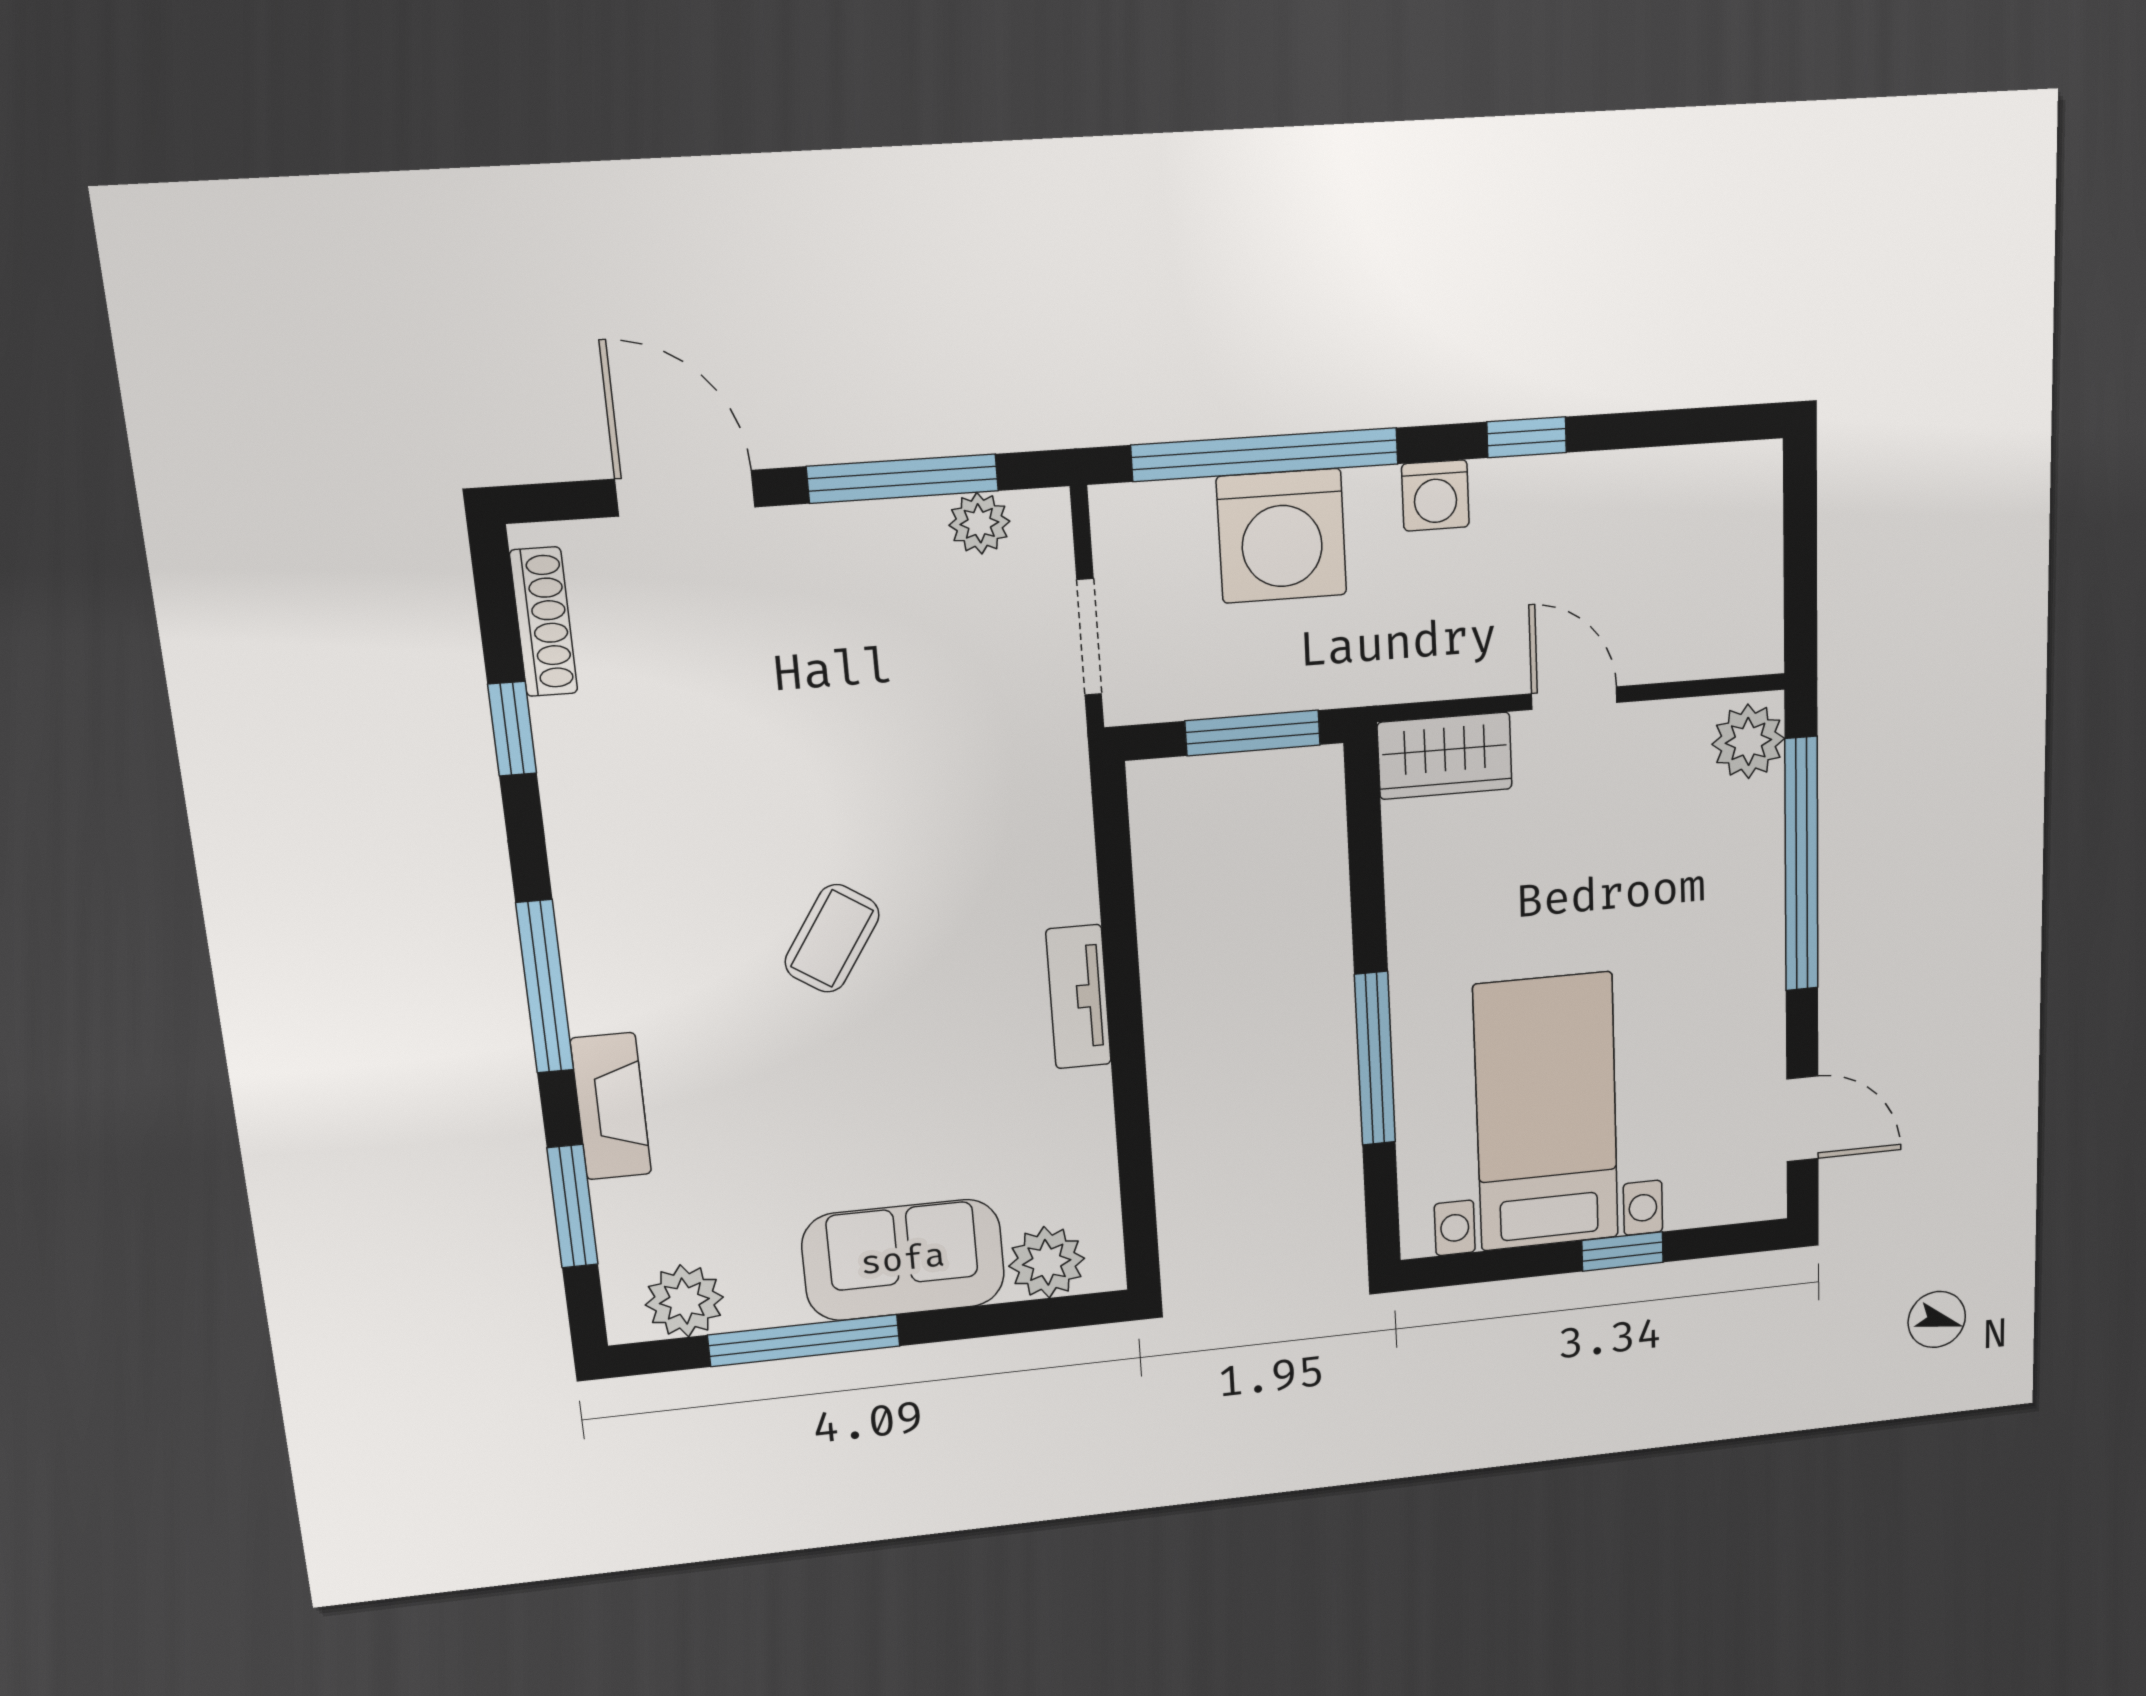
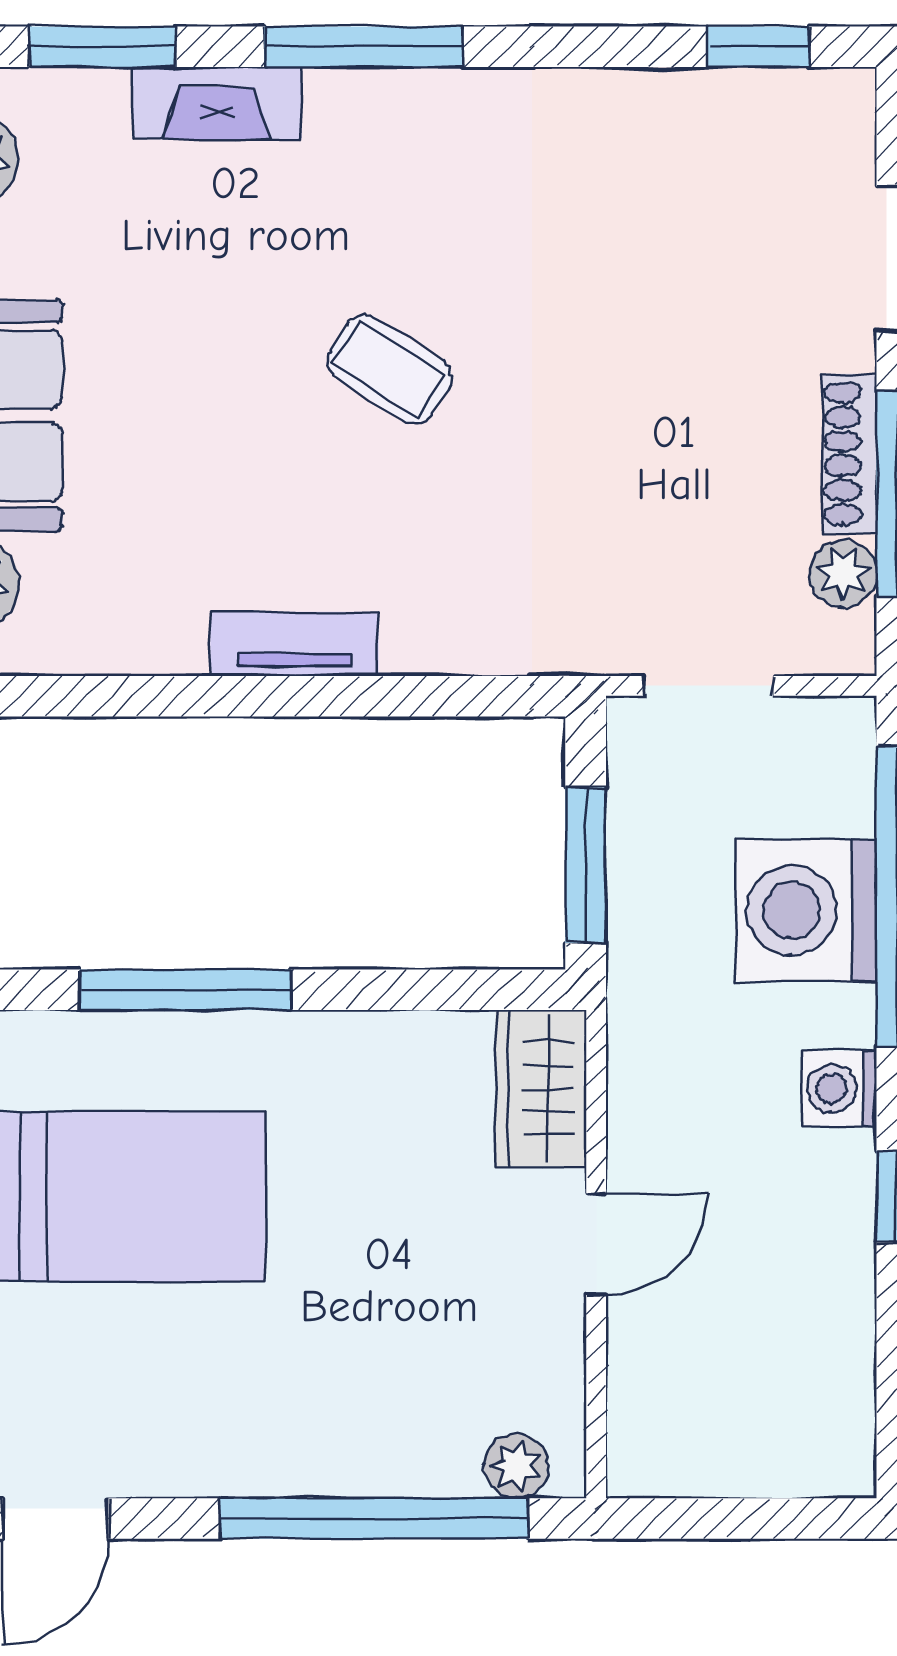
shoe rack: (544, 622) -> (850, 454), moved, turned 90
window: (512, 729) -> (758, 47), moved
plant: (1748, 741) -> (516, 1466), width x0.73, depth x0.73

